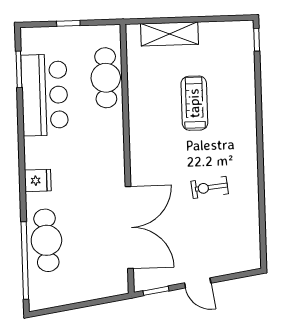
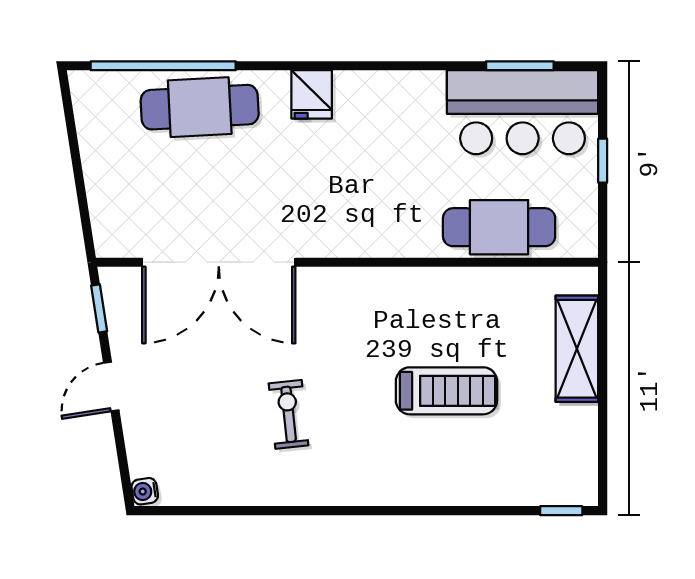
bar counter: (45, 95) -> (523, 112), moved
water cooler: (253, 263) -> (145, 491), added

